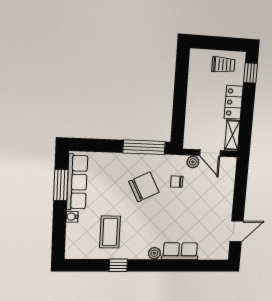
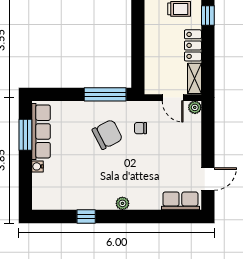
plant: (193, 162) -> (195, 107), moved
coffee table: (110, 232) -> (76, 182), removed
row of seats: (180, 251) -> (180, 201), moved

